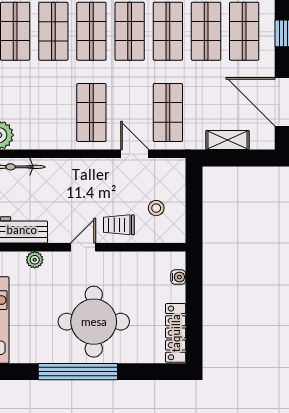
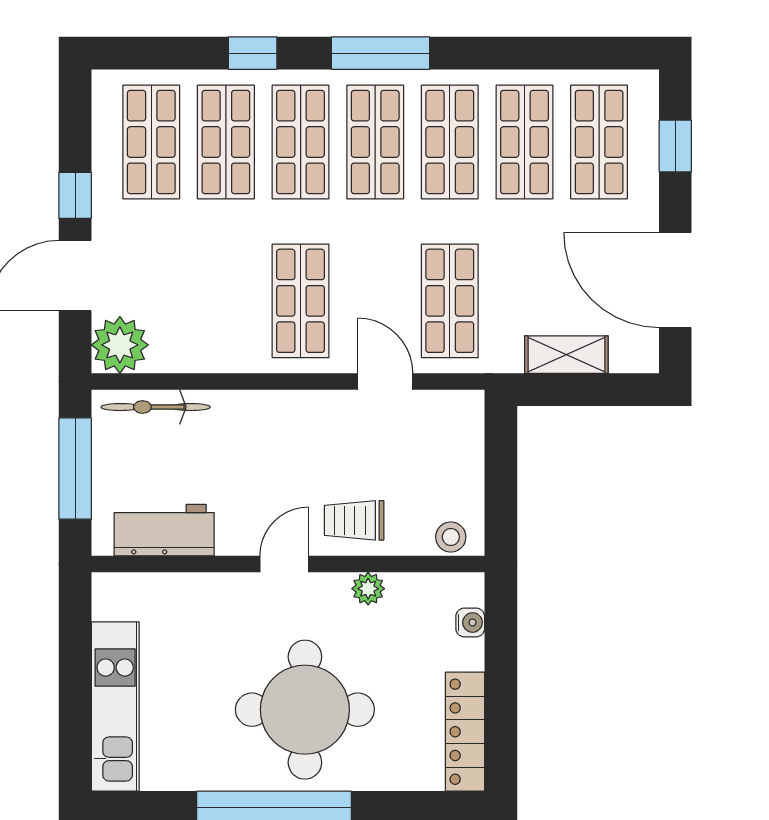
stool: (156, 208) -> (451, 537), moved
plant: (35, 260) -> (368, 589), moved

